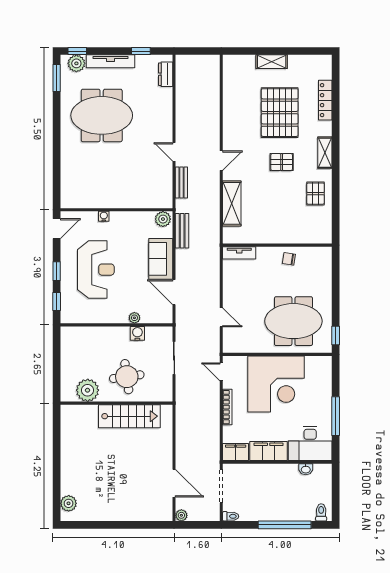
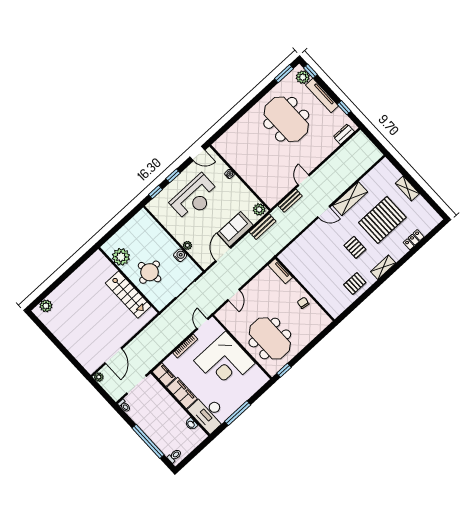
locker: (325, 100) -> (414, 240), width x0.66
shelving: (232, 203) -> (350, 199), moved

